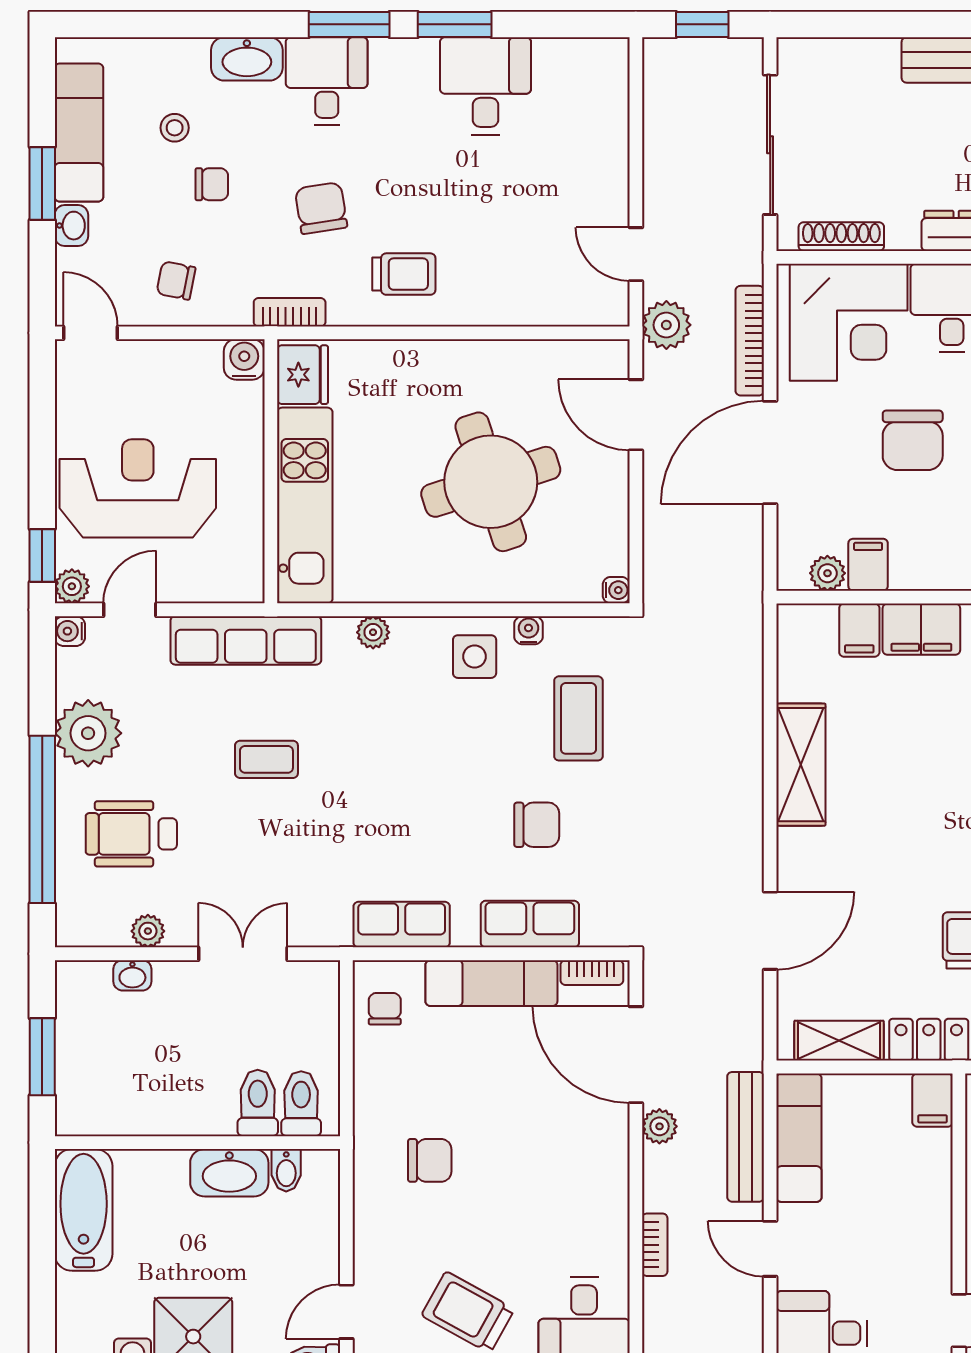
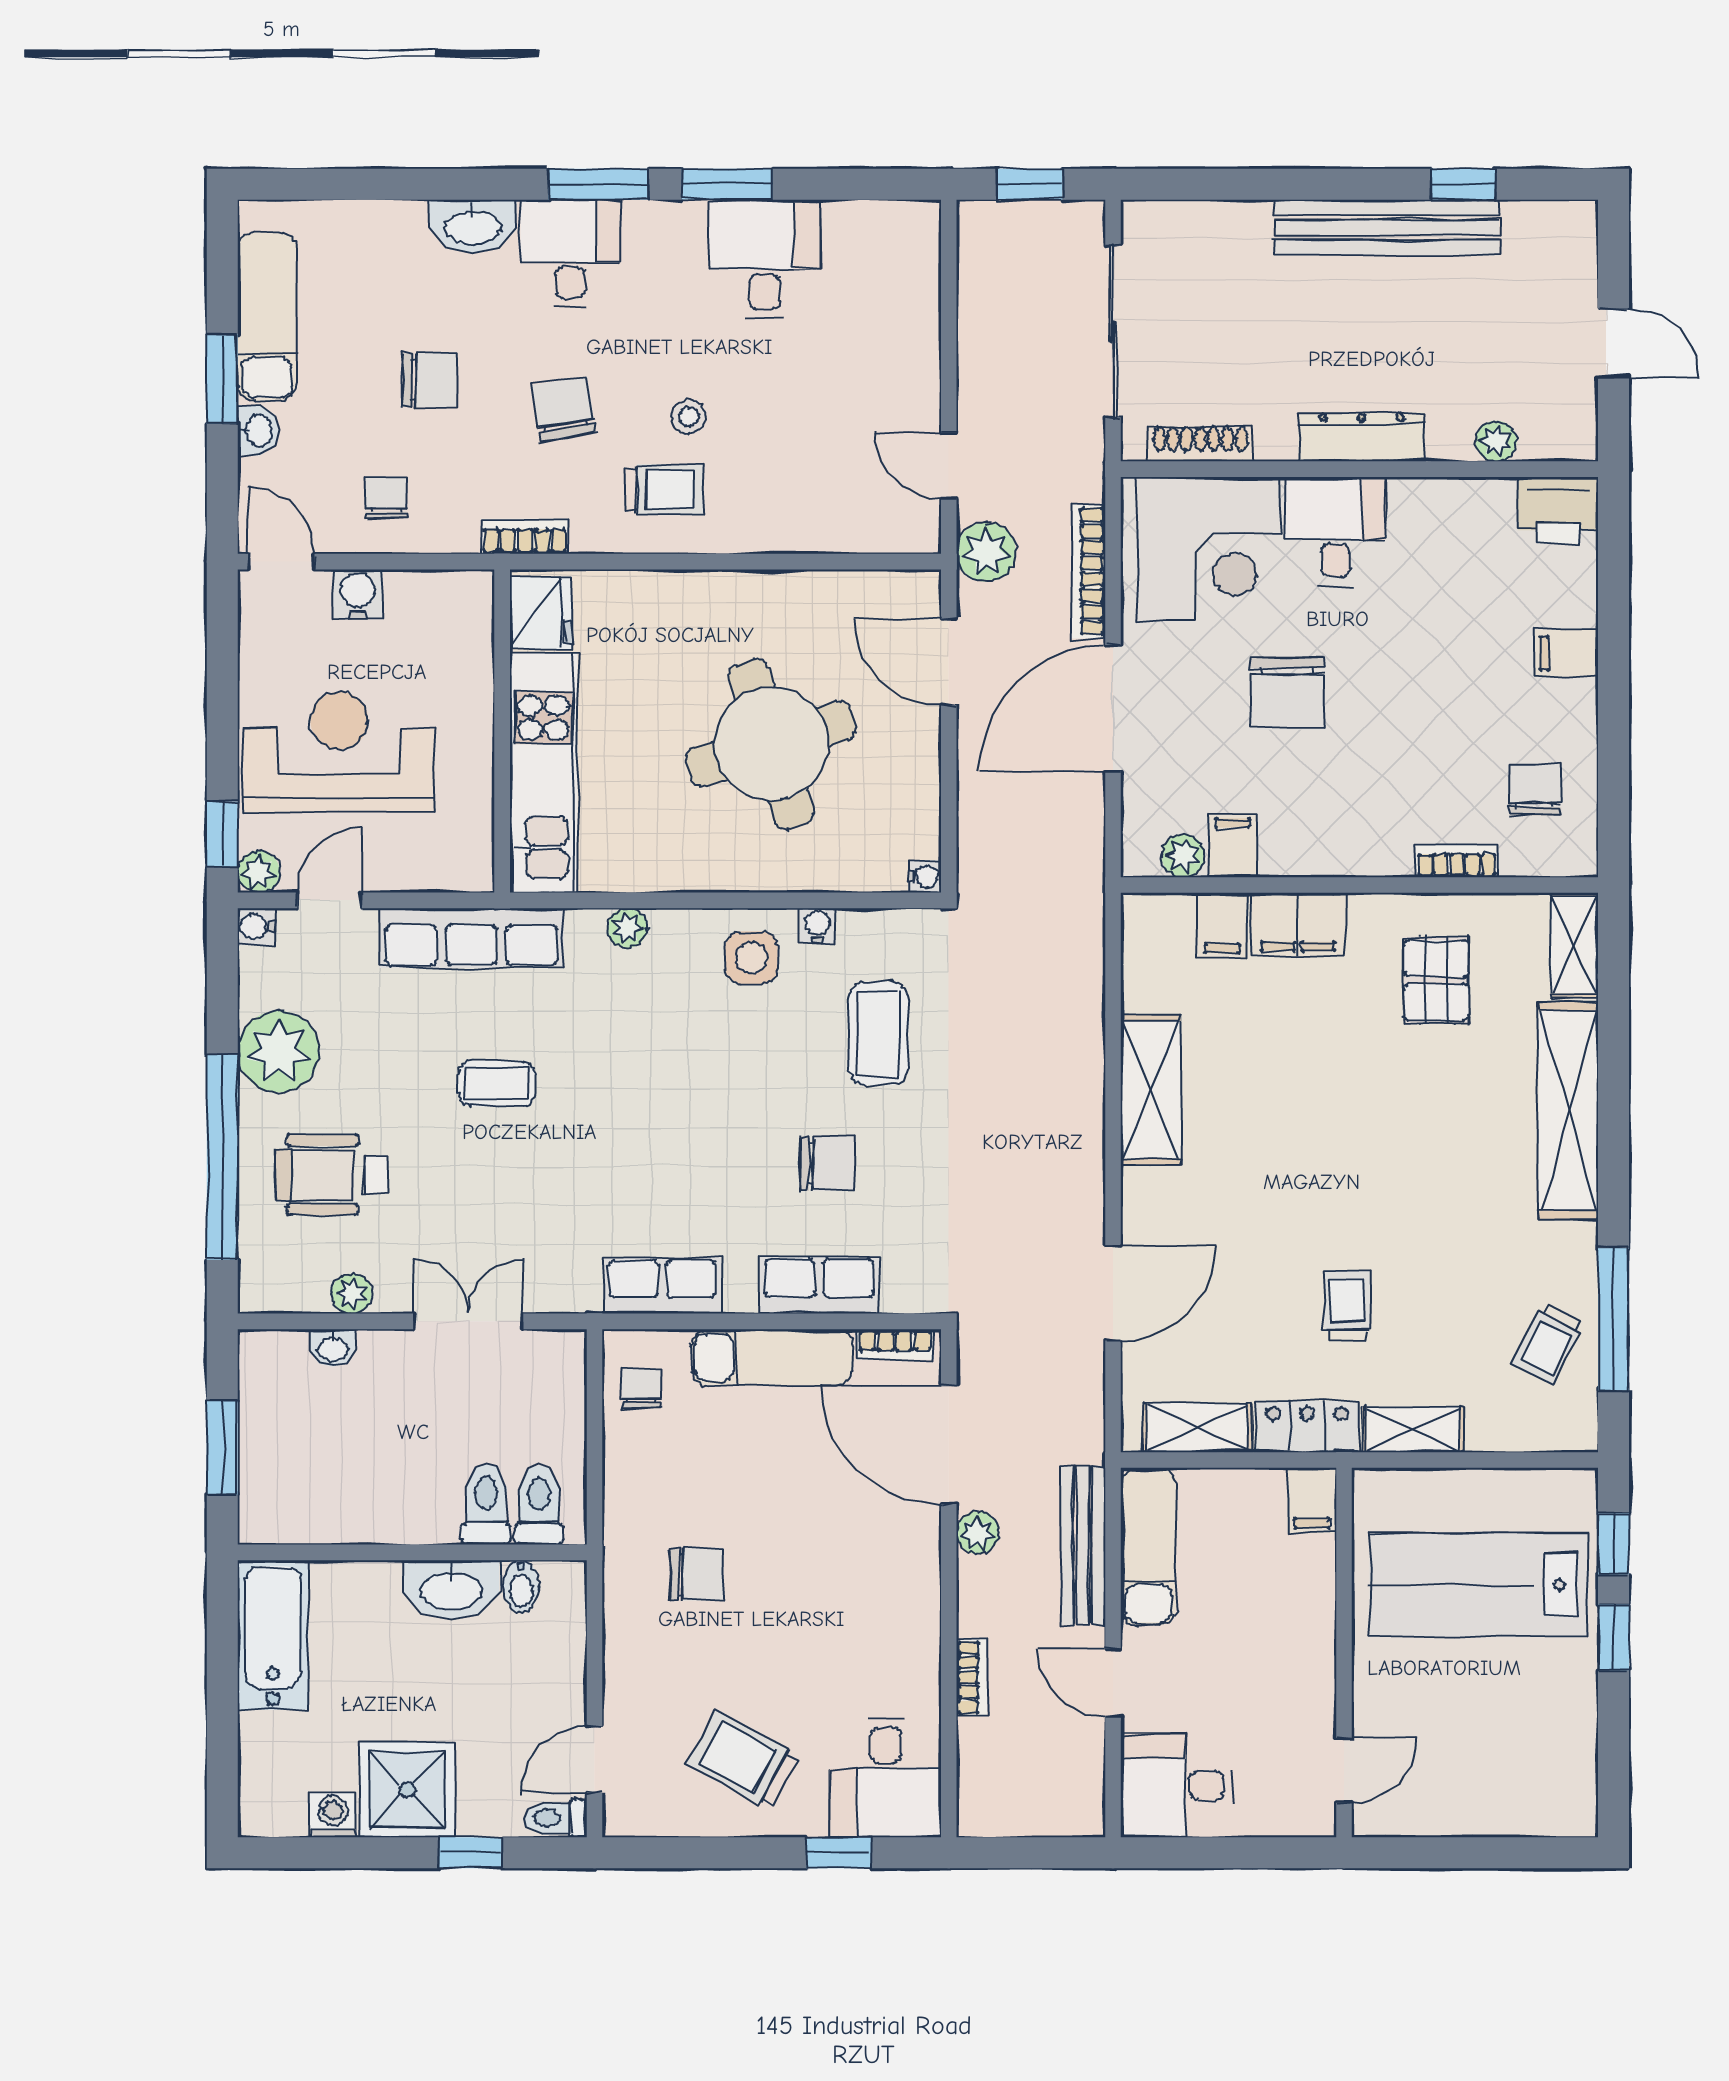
stool: (175, 128) -> (689, 417), moved
chair: (212, 184) -> (430, 380), width x1.37, depth x1.37
chair: (176, 280) -> (386, 498), turned 79
water cooler: (244, 359) -> (358, 594), moved

